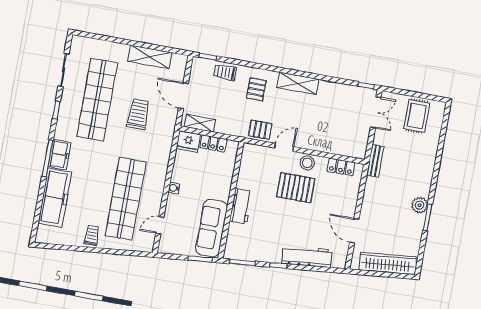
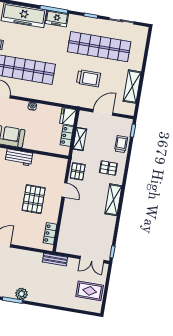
shelving: (200, 123) -> (80, 139), moved
stool: (307, 163) -> (53, 208), removed

